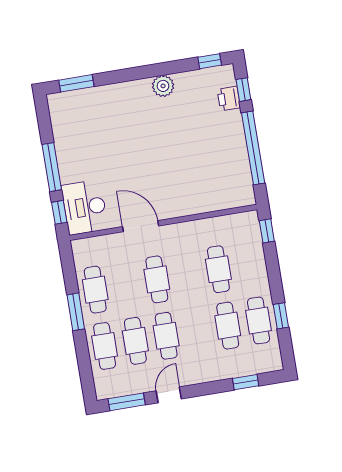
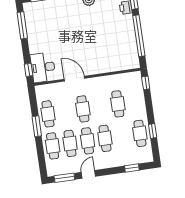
window: (52, 167) -> (22, 25), moved
cafe table: (228, 326) -> (105, 138), moved

